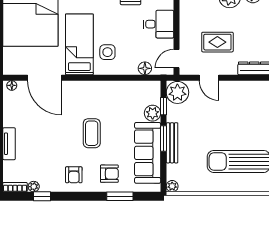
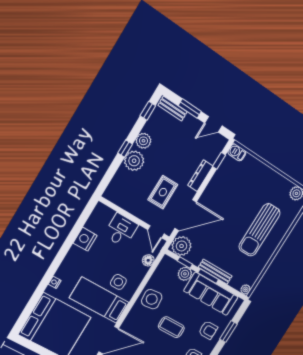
door: (209, 78) -> (186, 215), width x1.87
side table: (109, 96) -> (152, 299), added
armchair: (109, 174) -> (208, 330), turned 90

